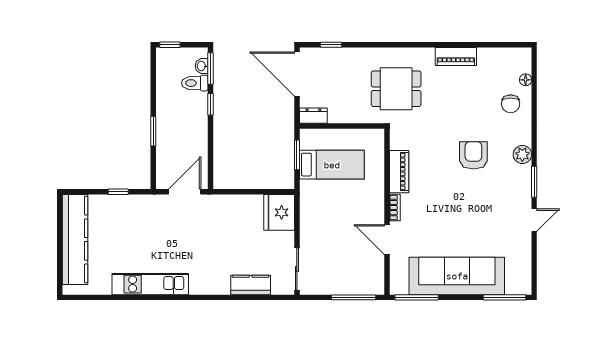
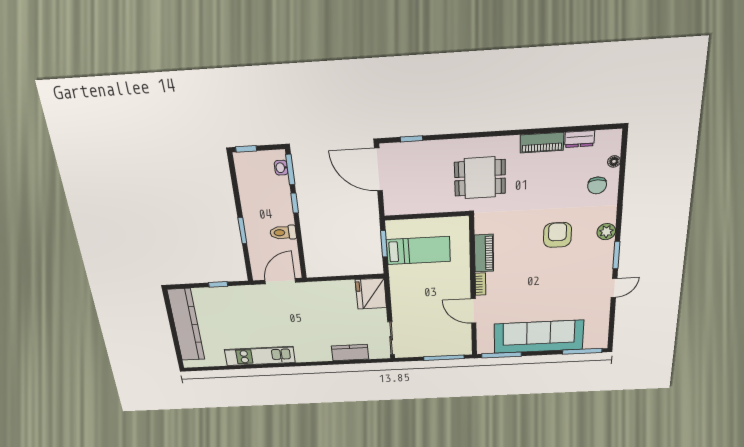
toilet: (195, 83) -> (283, 233), moved
dresser: (313, 116) -> (580, 139), moved, turned 180

